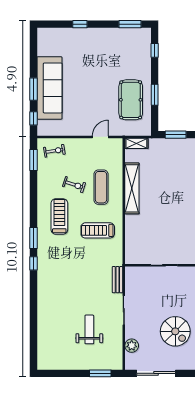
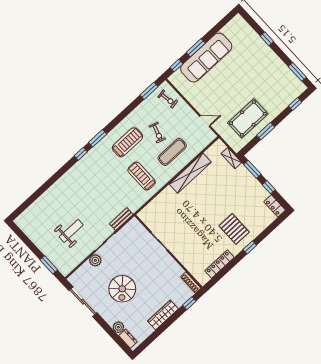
shelving: (136, 143) -> (231, 158), moved
plant: (132, 346) -> (95, 260), moved

